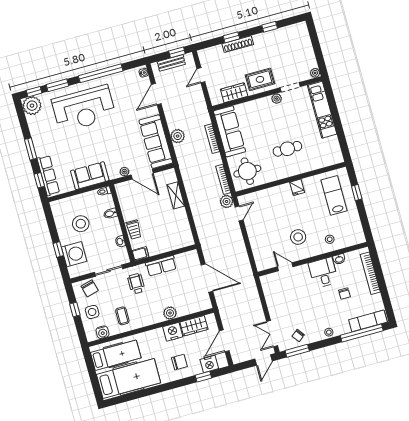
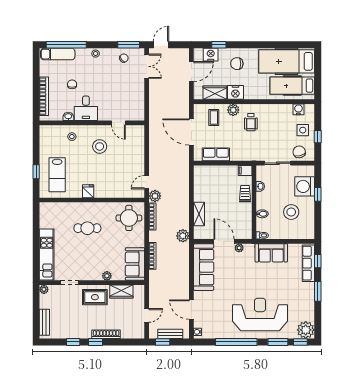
window: (231, 37) -> (95, 342), moved
bench: (305, 39) -> (44, 322), added
door: (156, 94) -> (191, 310), swing flipped
plant: (277, 99) -> (107, 276), moved
sofa: (230, 131) -> (135, 264), width x0.73
plant: (178, 136) -> (183, 236), moved
row of seats: (161, 266) -> (216, 154), moved
wheelchair: (136, 284) -> (251, 122), moved
coffee table: (122, 316) -> (214, 118), moved

